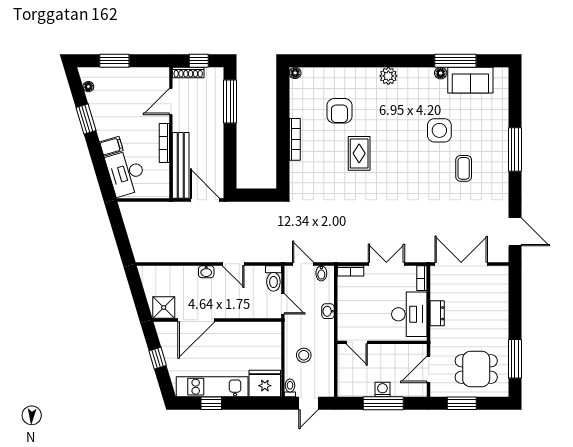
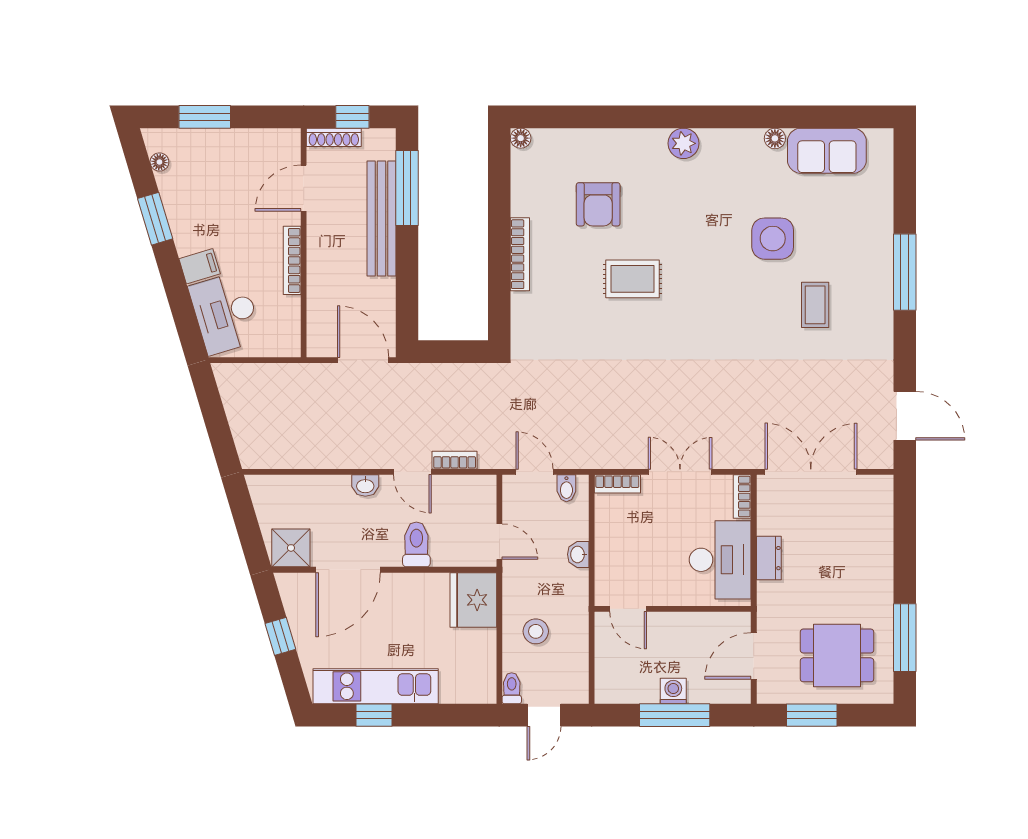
window: (455, 61) -> (801, 117), removed
rug: (359, 153) -> (632, 279), turned 90
bench: (181, 165) -> (382, 218), moved
bookcase: (257, 257) -> (455, 460), added
toilet: (273, 278) -> (416, 544), moved, turned 180
fridge: (265, 383) -> (473, 600), moved, turned -90

